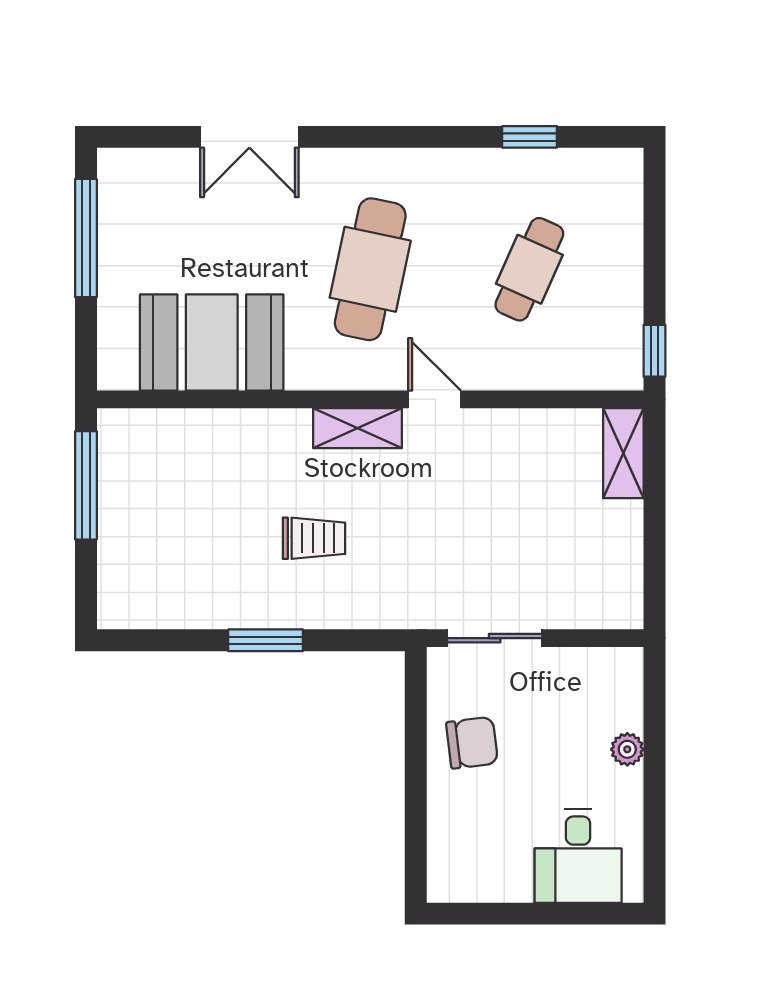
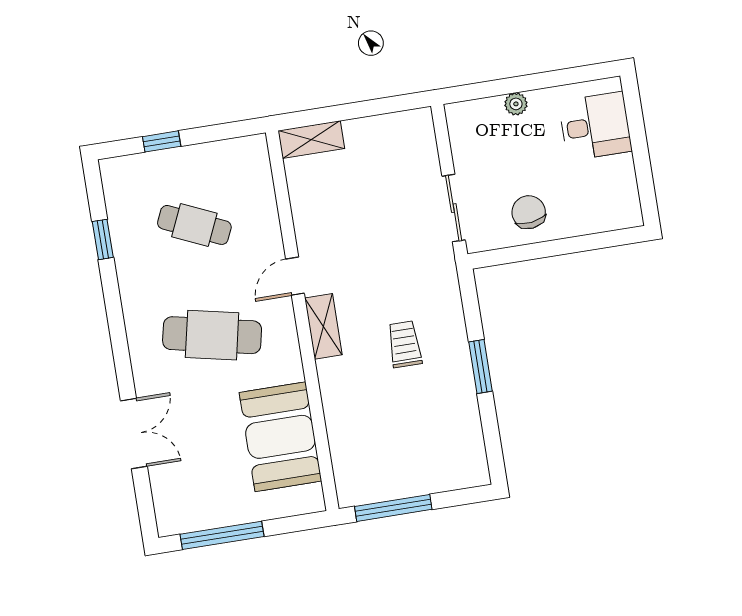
window: (654, 351) -> (162, 141), moved

